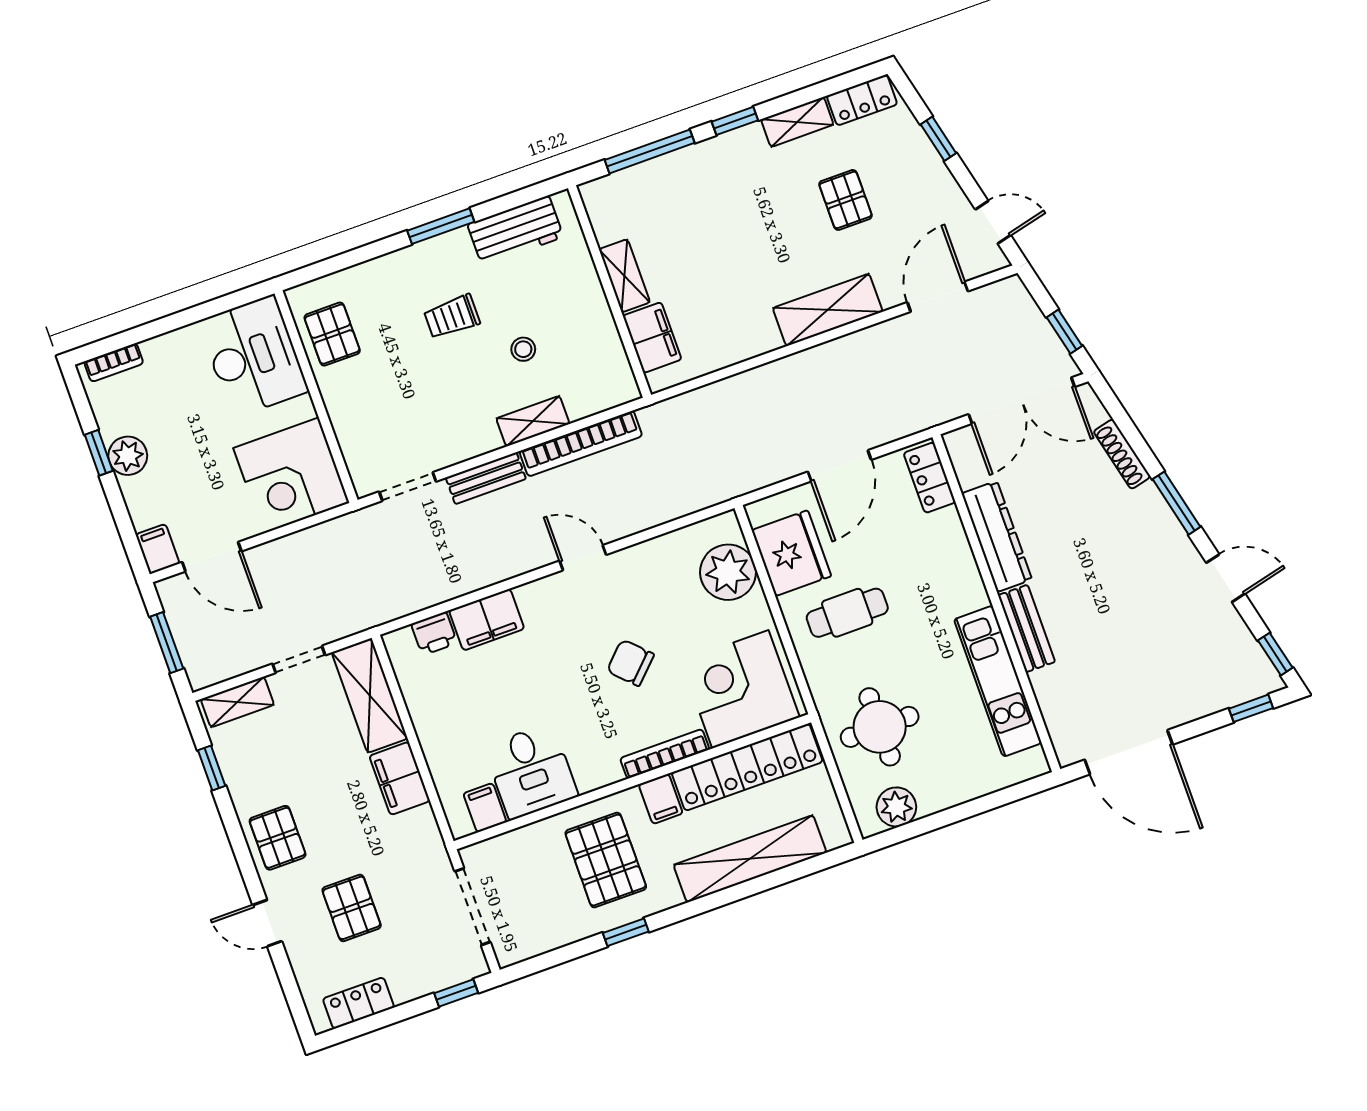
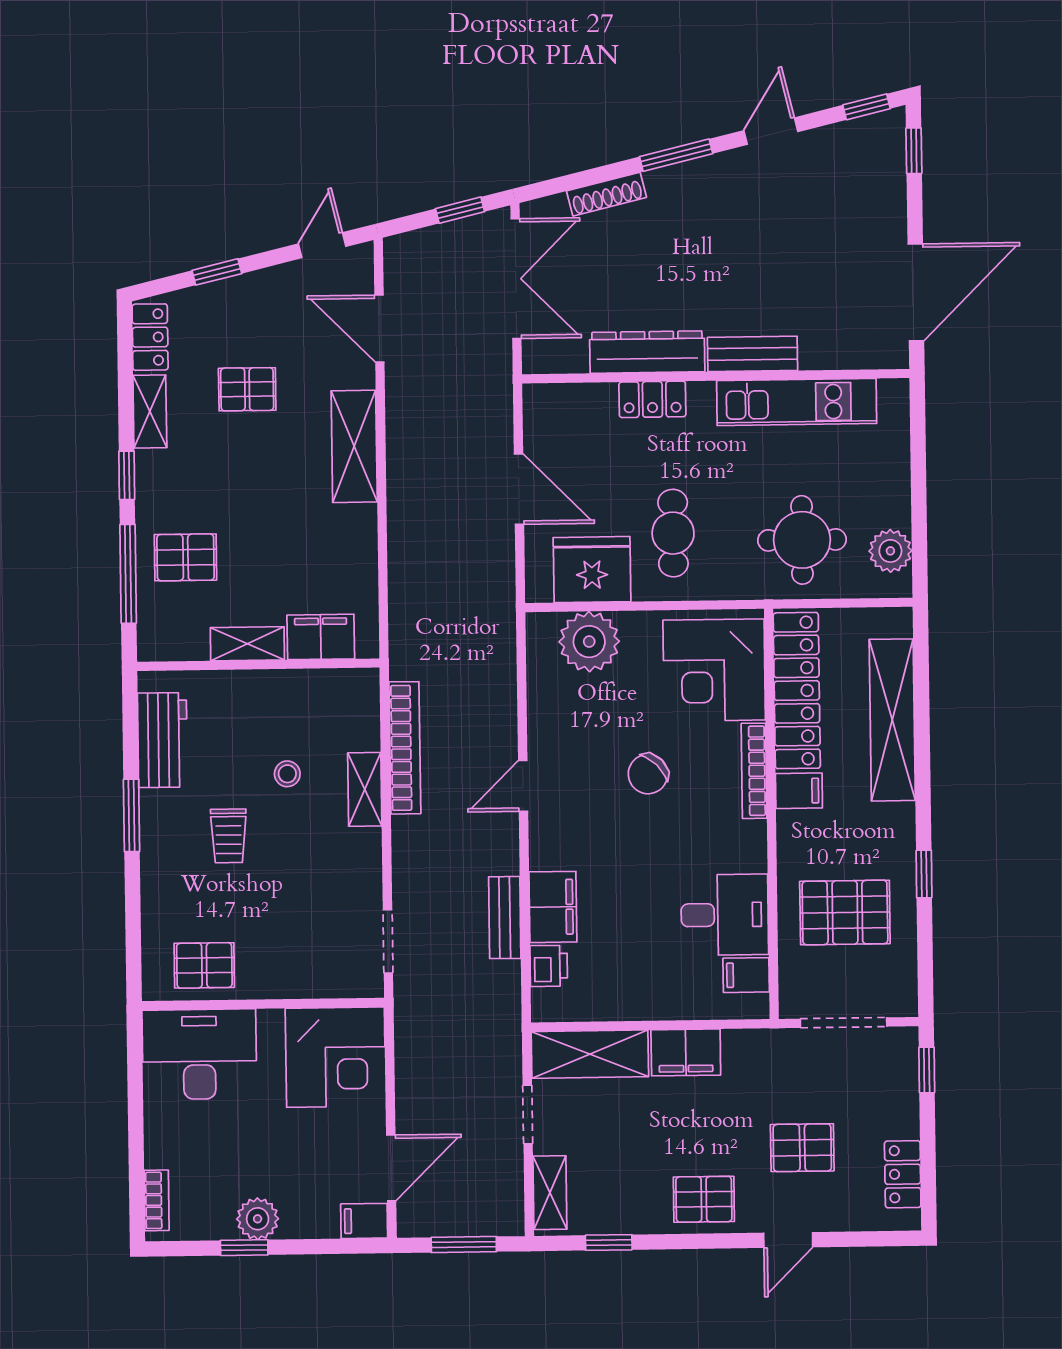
pallet: (681, 196) -> (186, 557), added
bench: (486, 478) -> (505, 918), moved
locker: (930, 478) -> (652, 399), moved
pallet: (606, 860) -> (845, 912), moved

